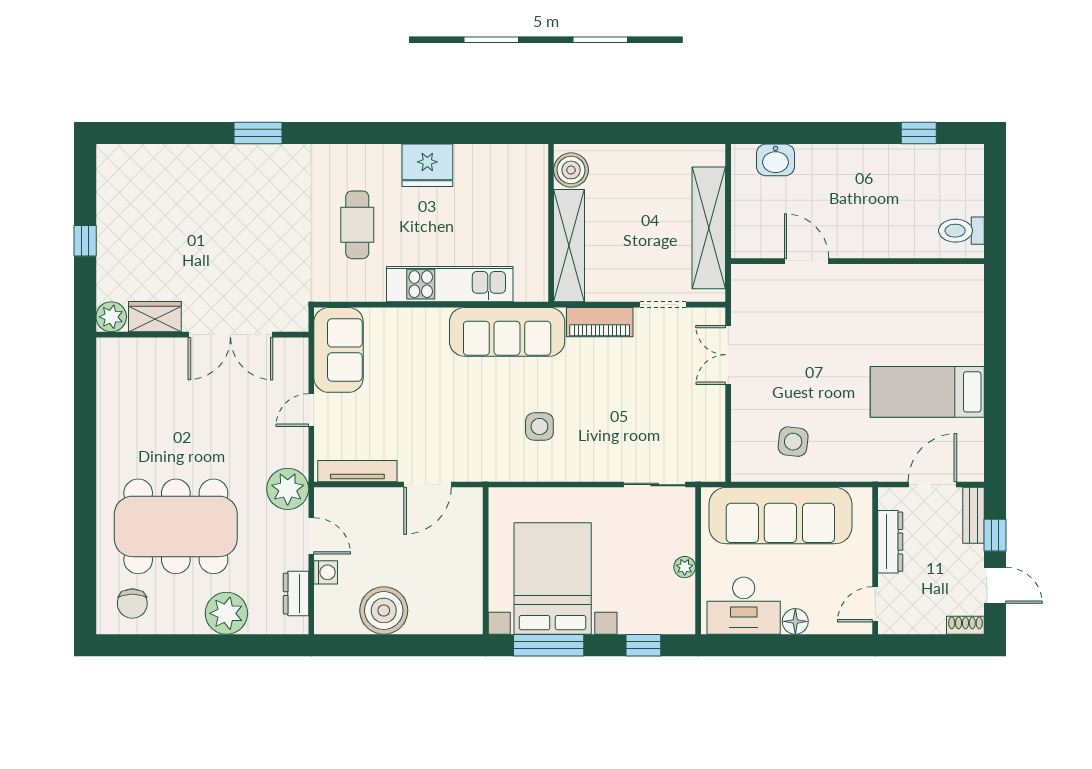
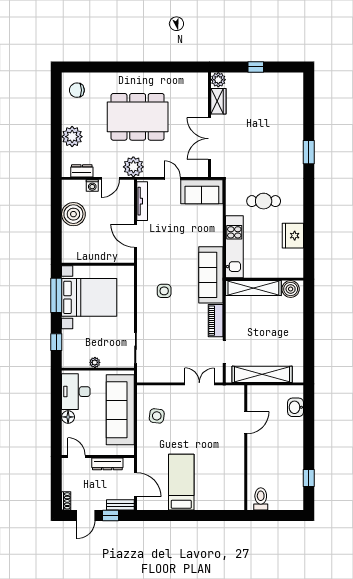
boiler: (571, 170) -> (291, 289), moved
wall: (551, 223) -> (265, 279), moved
shelving: (569, 246) -> (253, 288), moved
dining table: (176, 526) -> (138, 117), moved, turned 90

